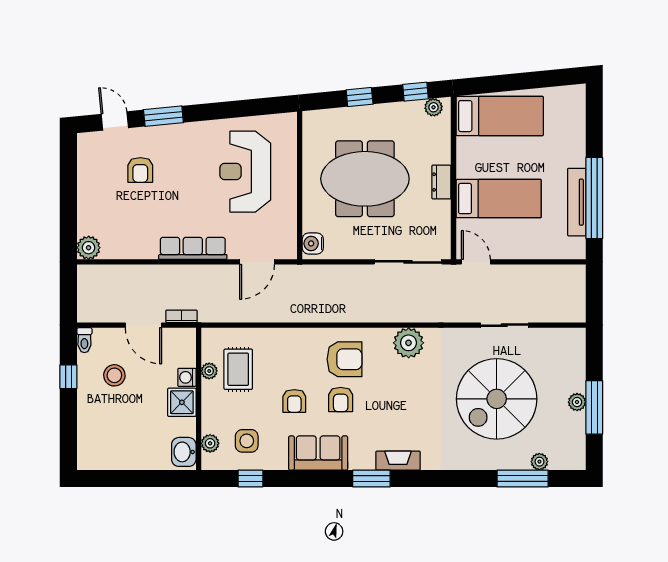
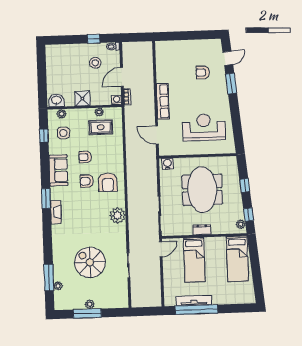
plant: (89, 248) -> (161, 47), removed
washing machine: (187, 377) -> (117, 100), moved
spiral stairs: (497, 399) -> (90, 262), width x0.73, depth x0.73

